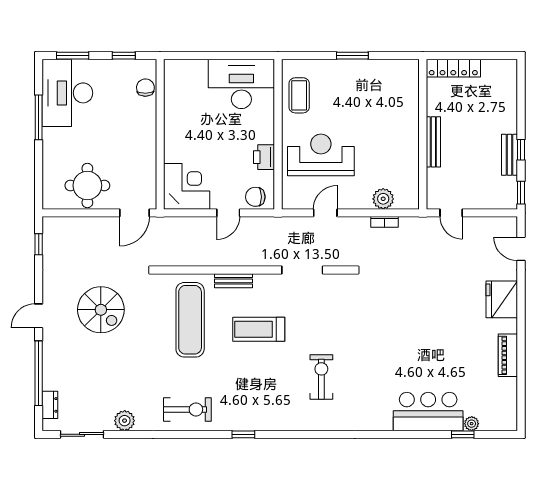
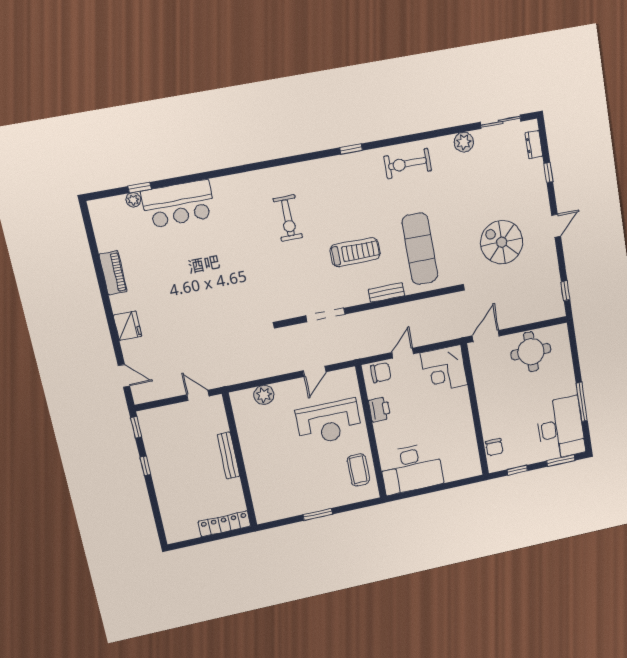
bench: (510, 155) -> (155, 459), removed
bookcase: (385, 222) -> (258, 374), removed
fridge: (502, 299) -> (128, 326), width x0.73, depth x0.75
window: (39, 373) -> (548, 173), width x0.32

